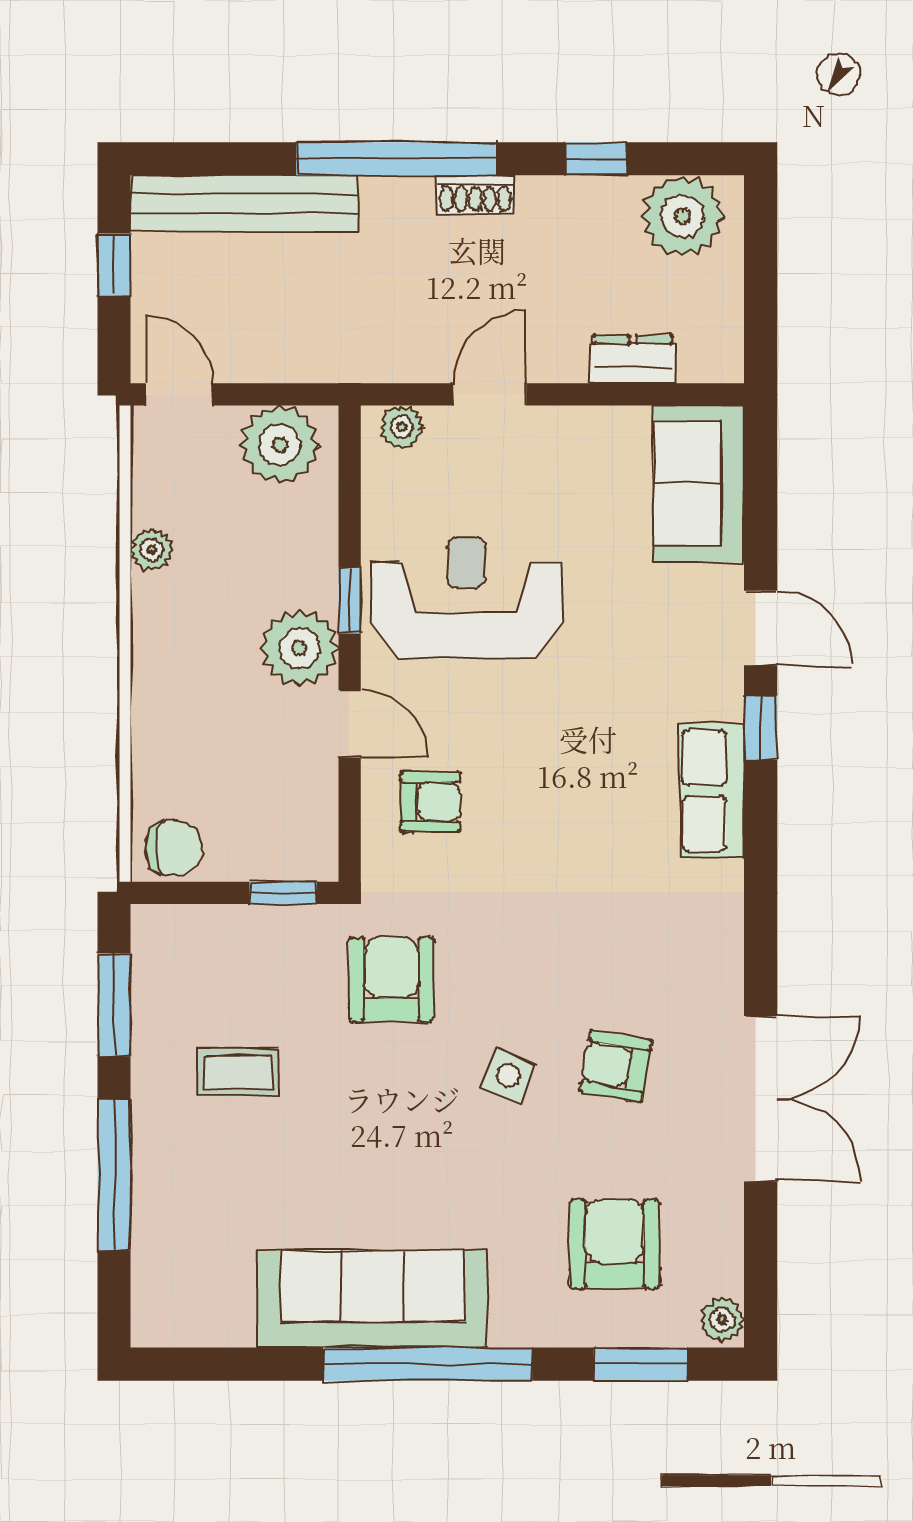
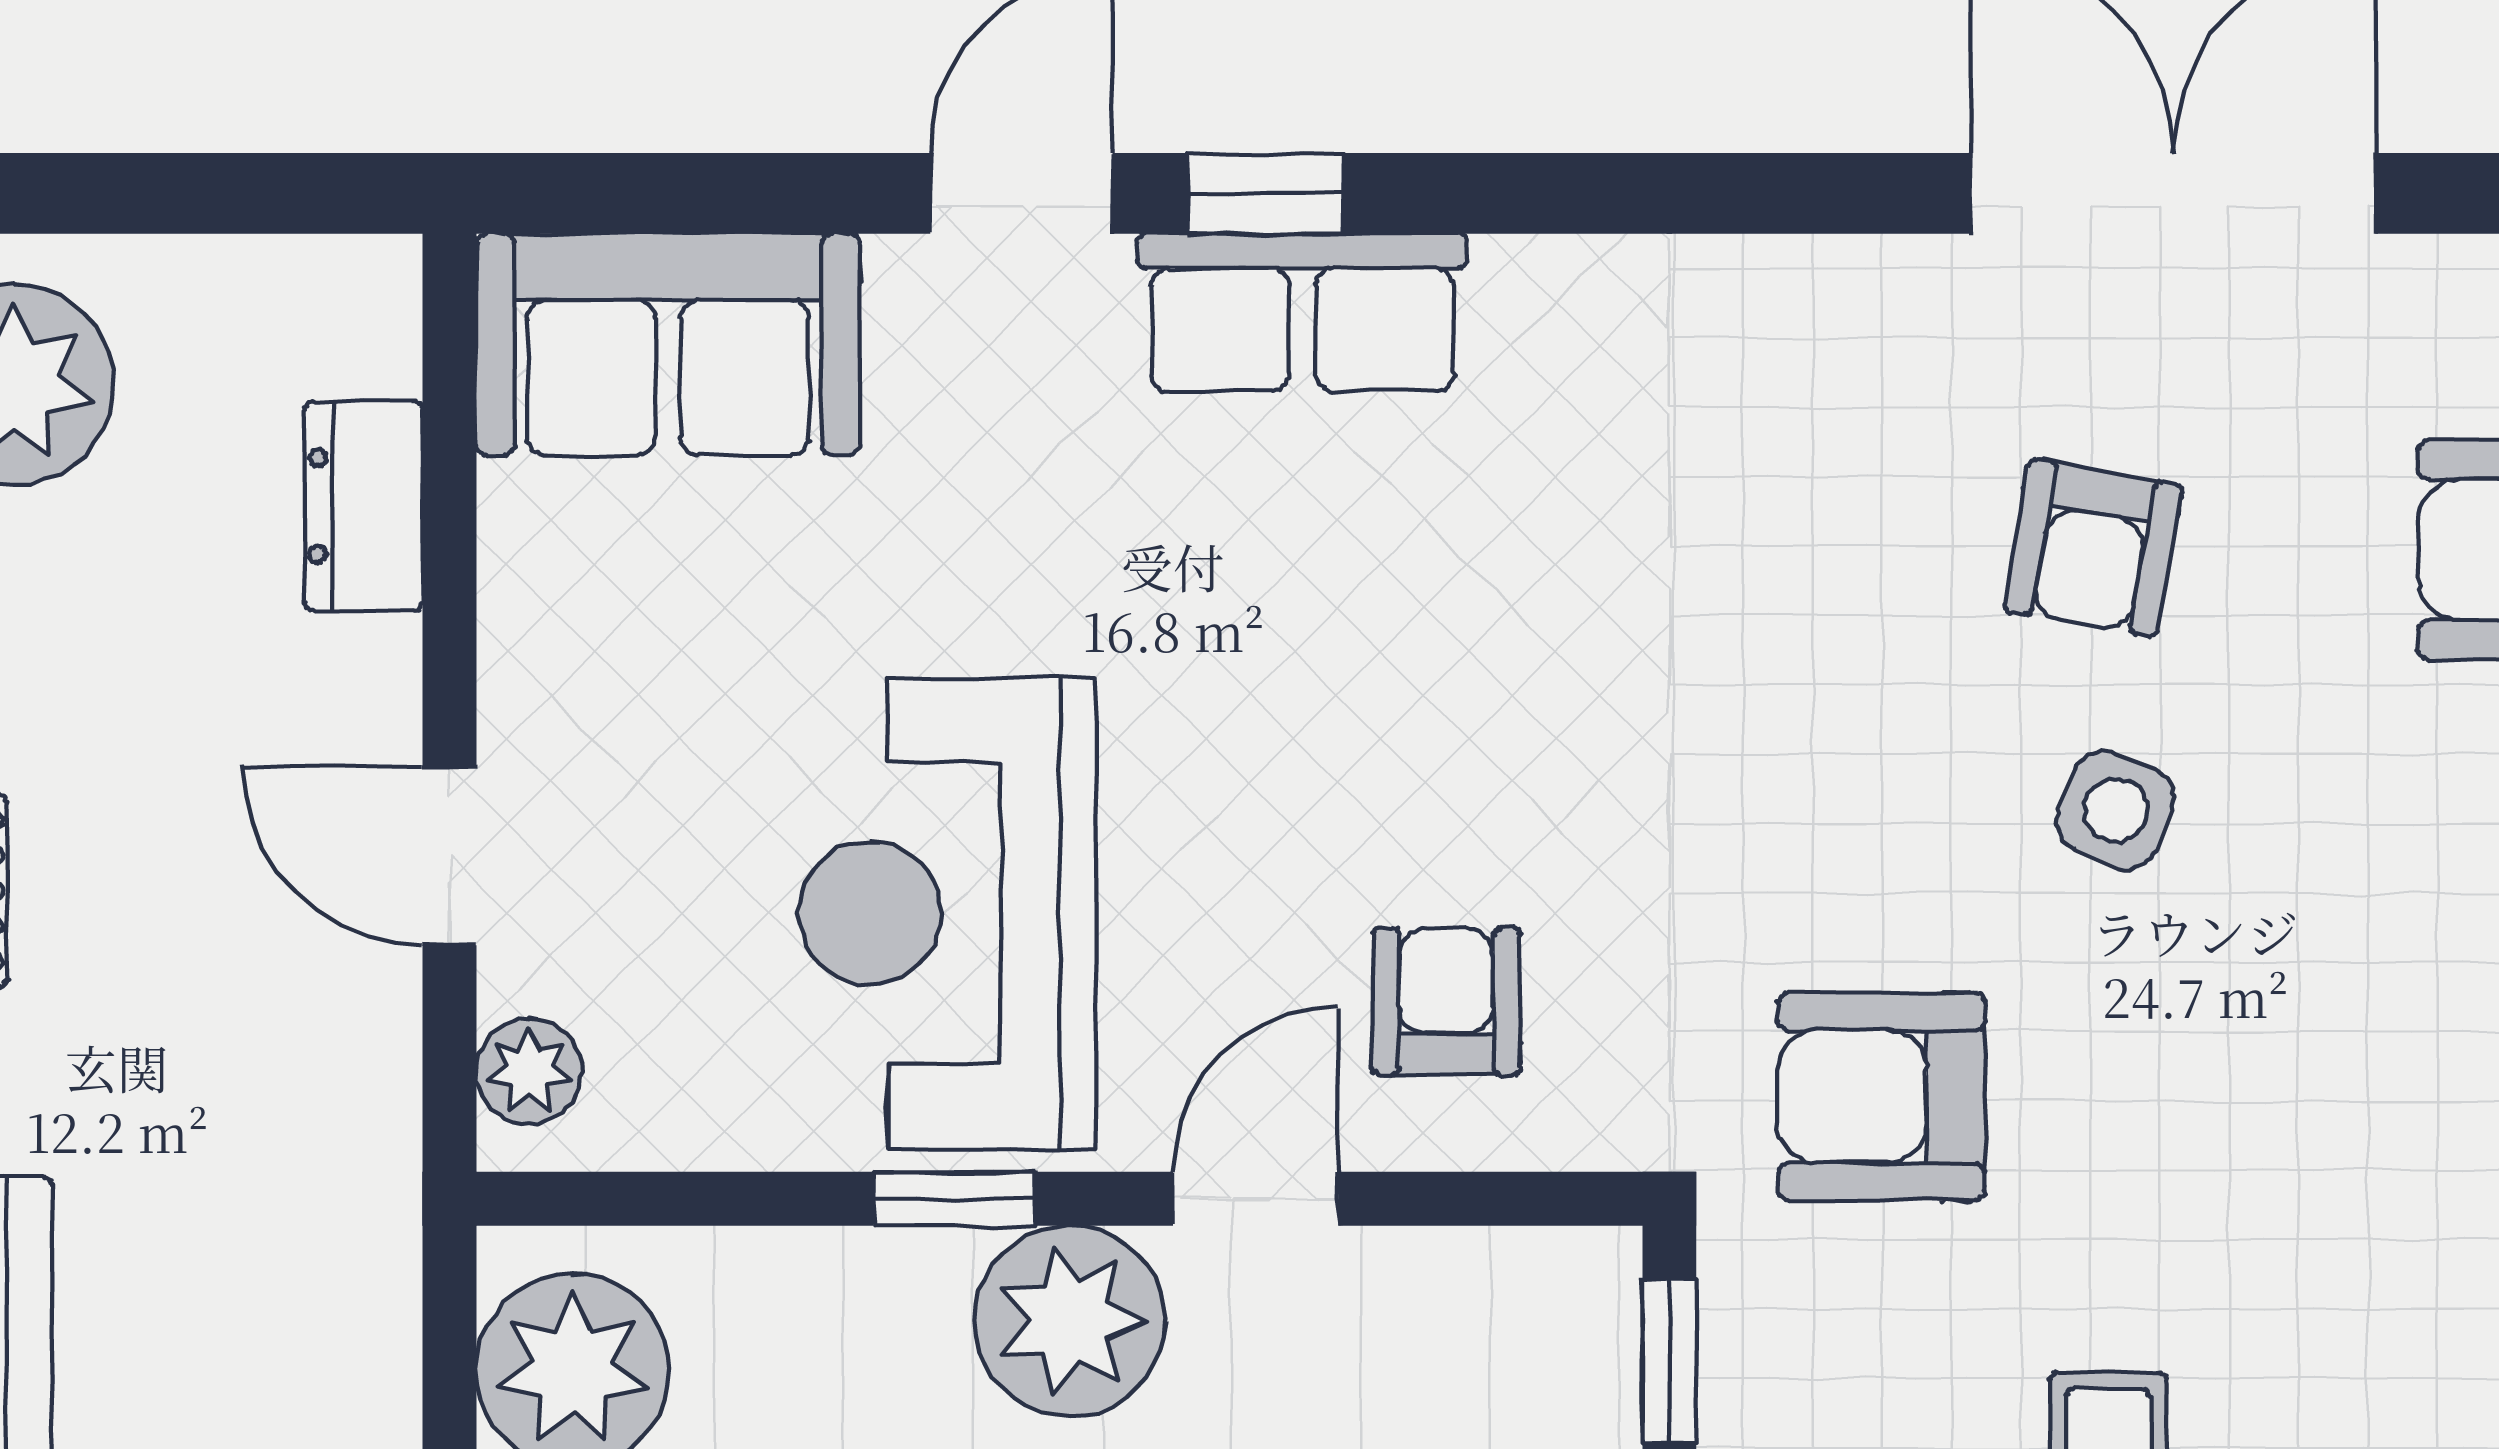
row of seats: (712, 791) -> (1302, 312), moved

